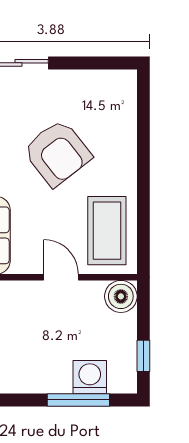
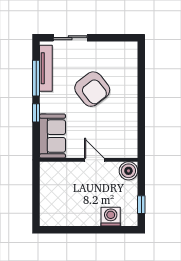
coffee table: (107, 231) -> (120, 133), removed
window: (78, 400) -> (104, 230), removed

